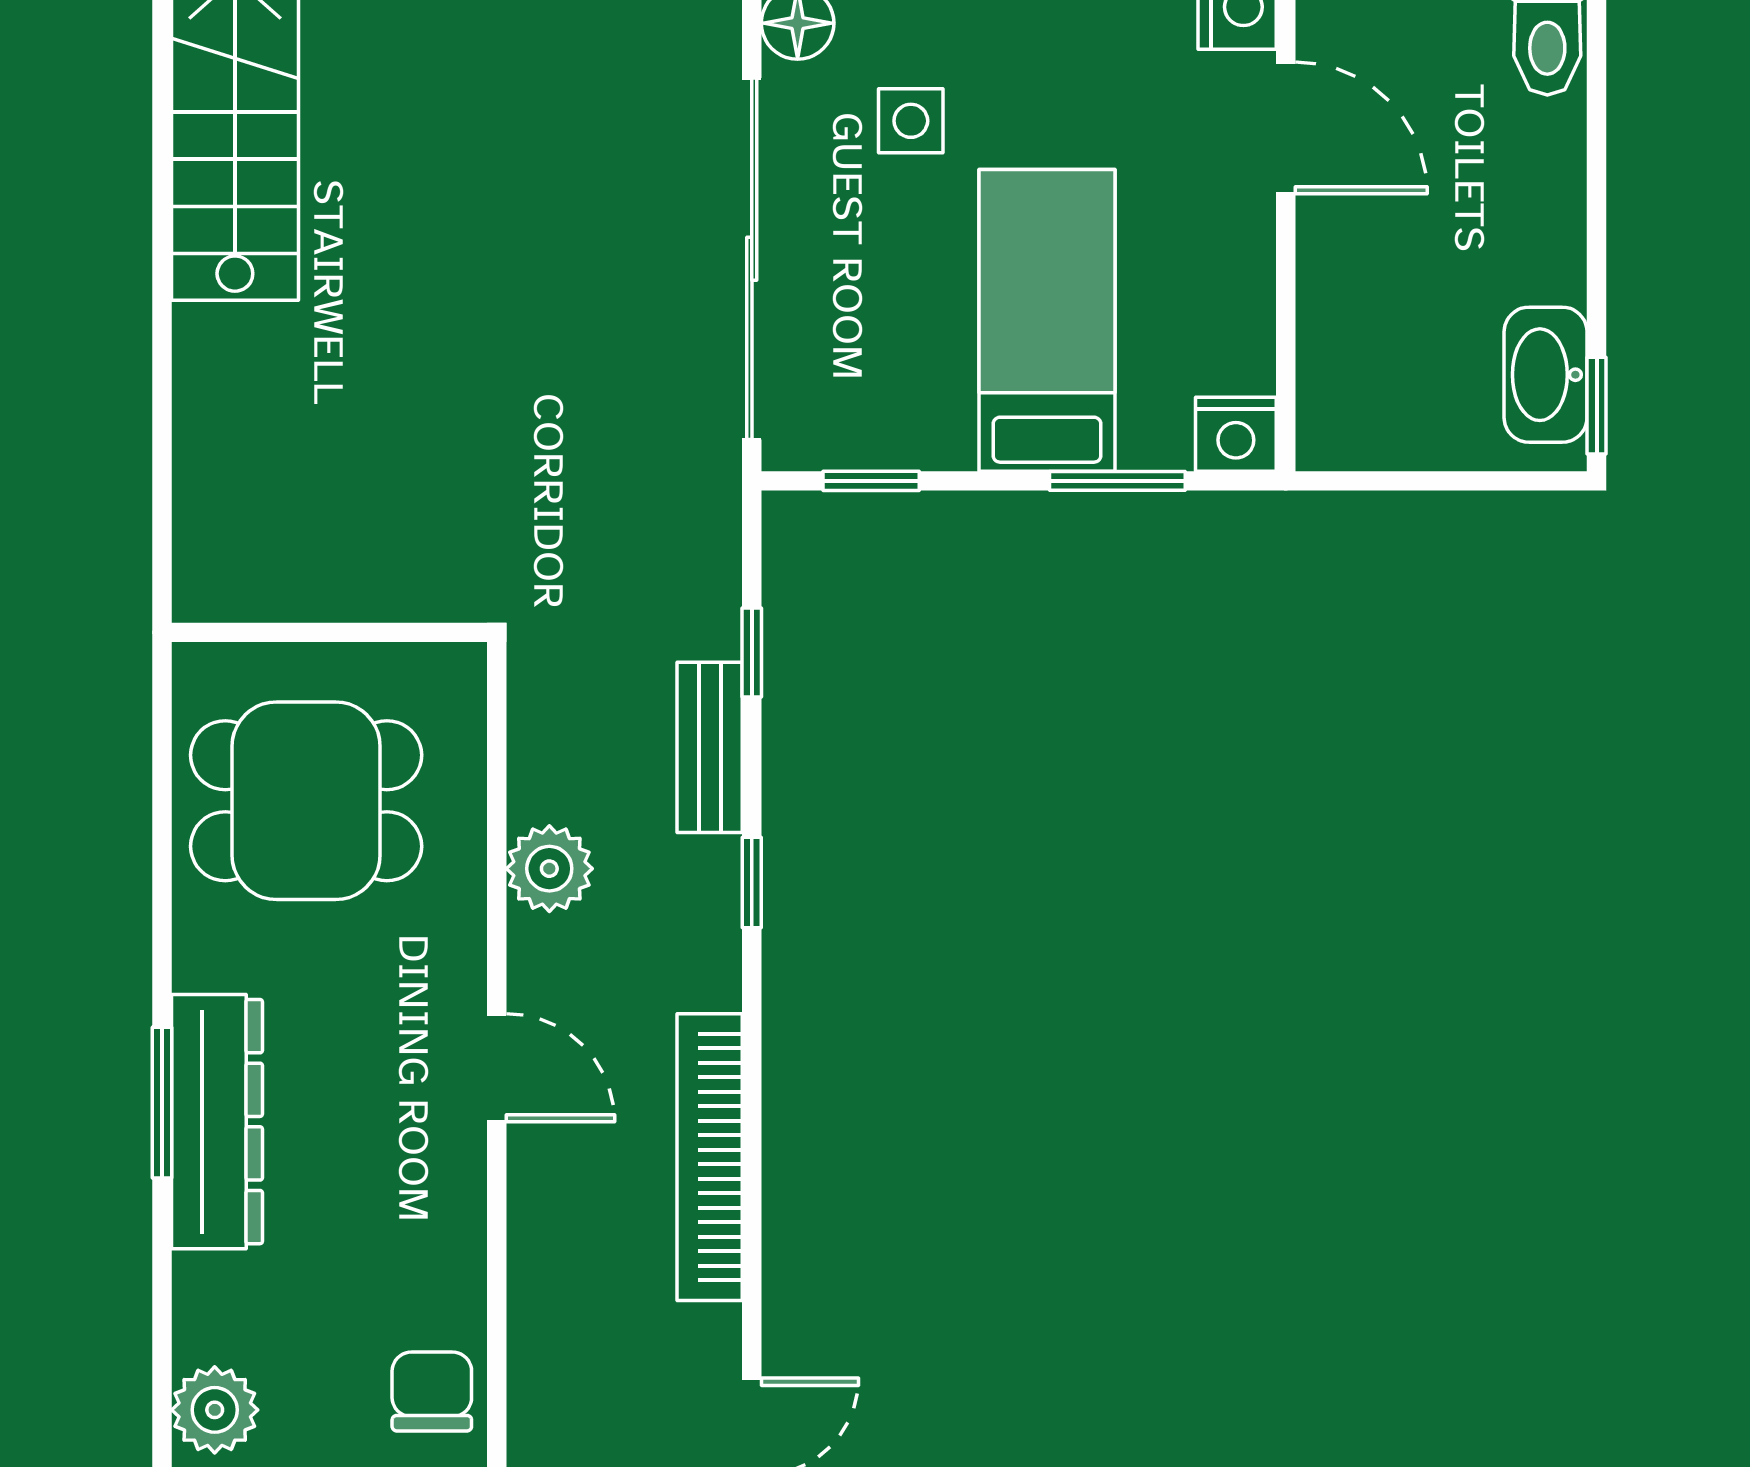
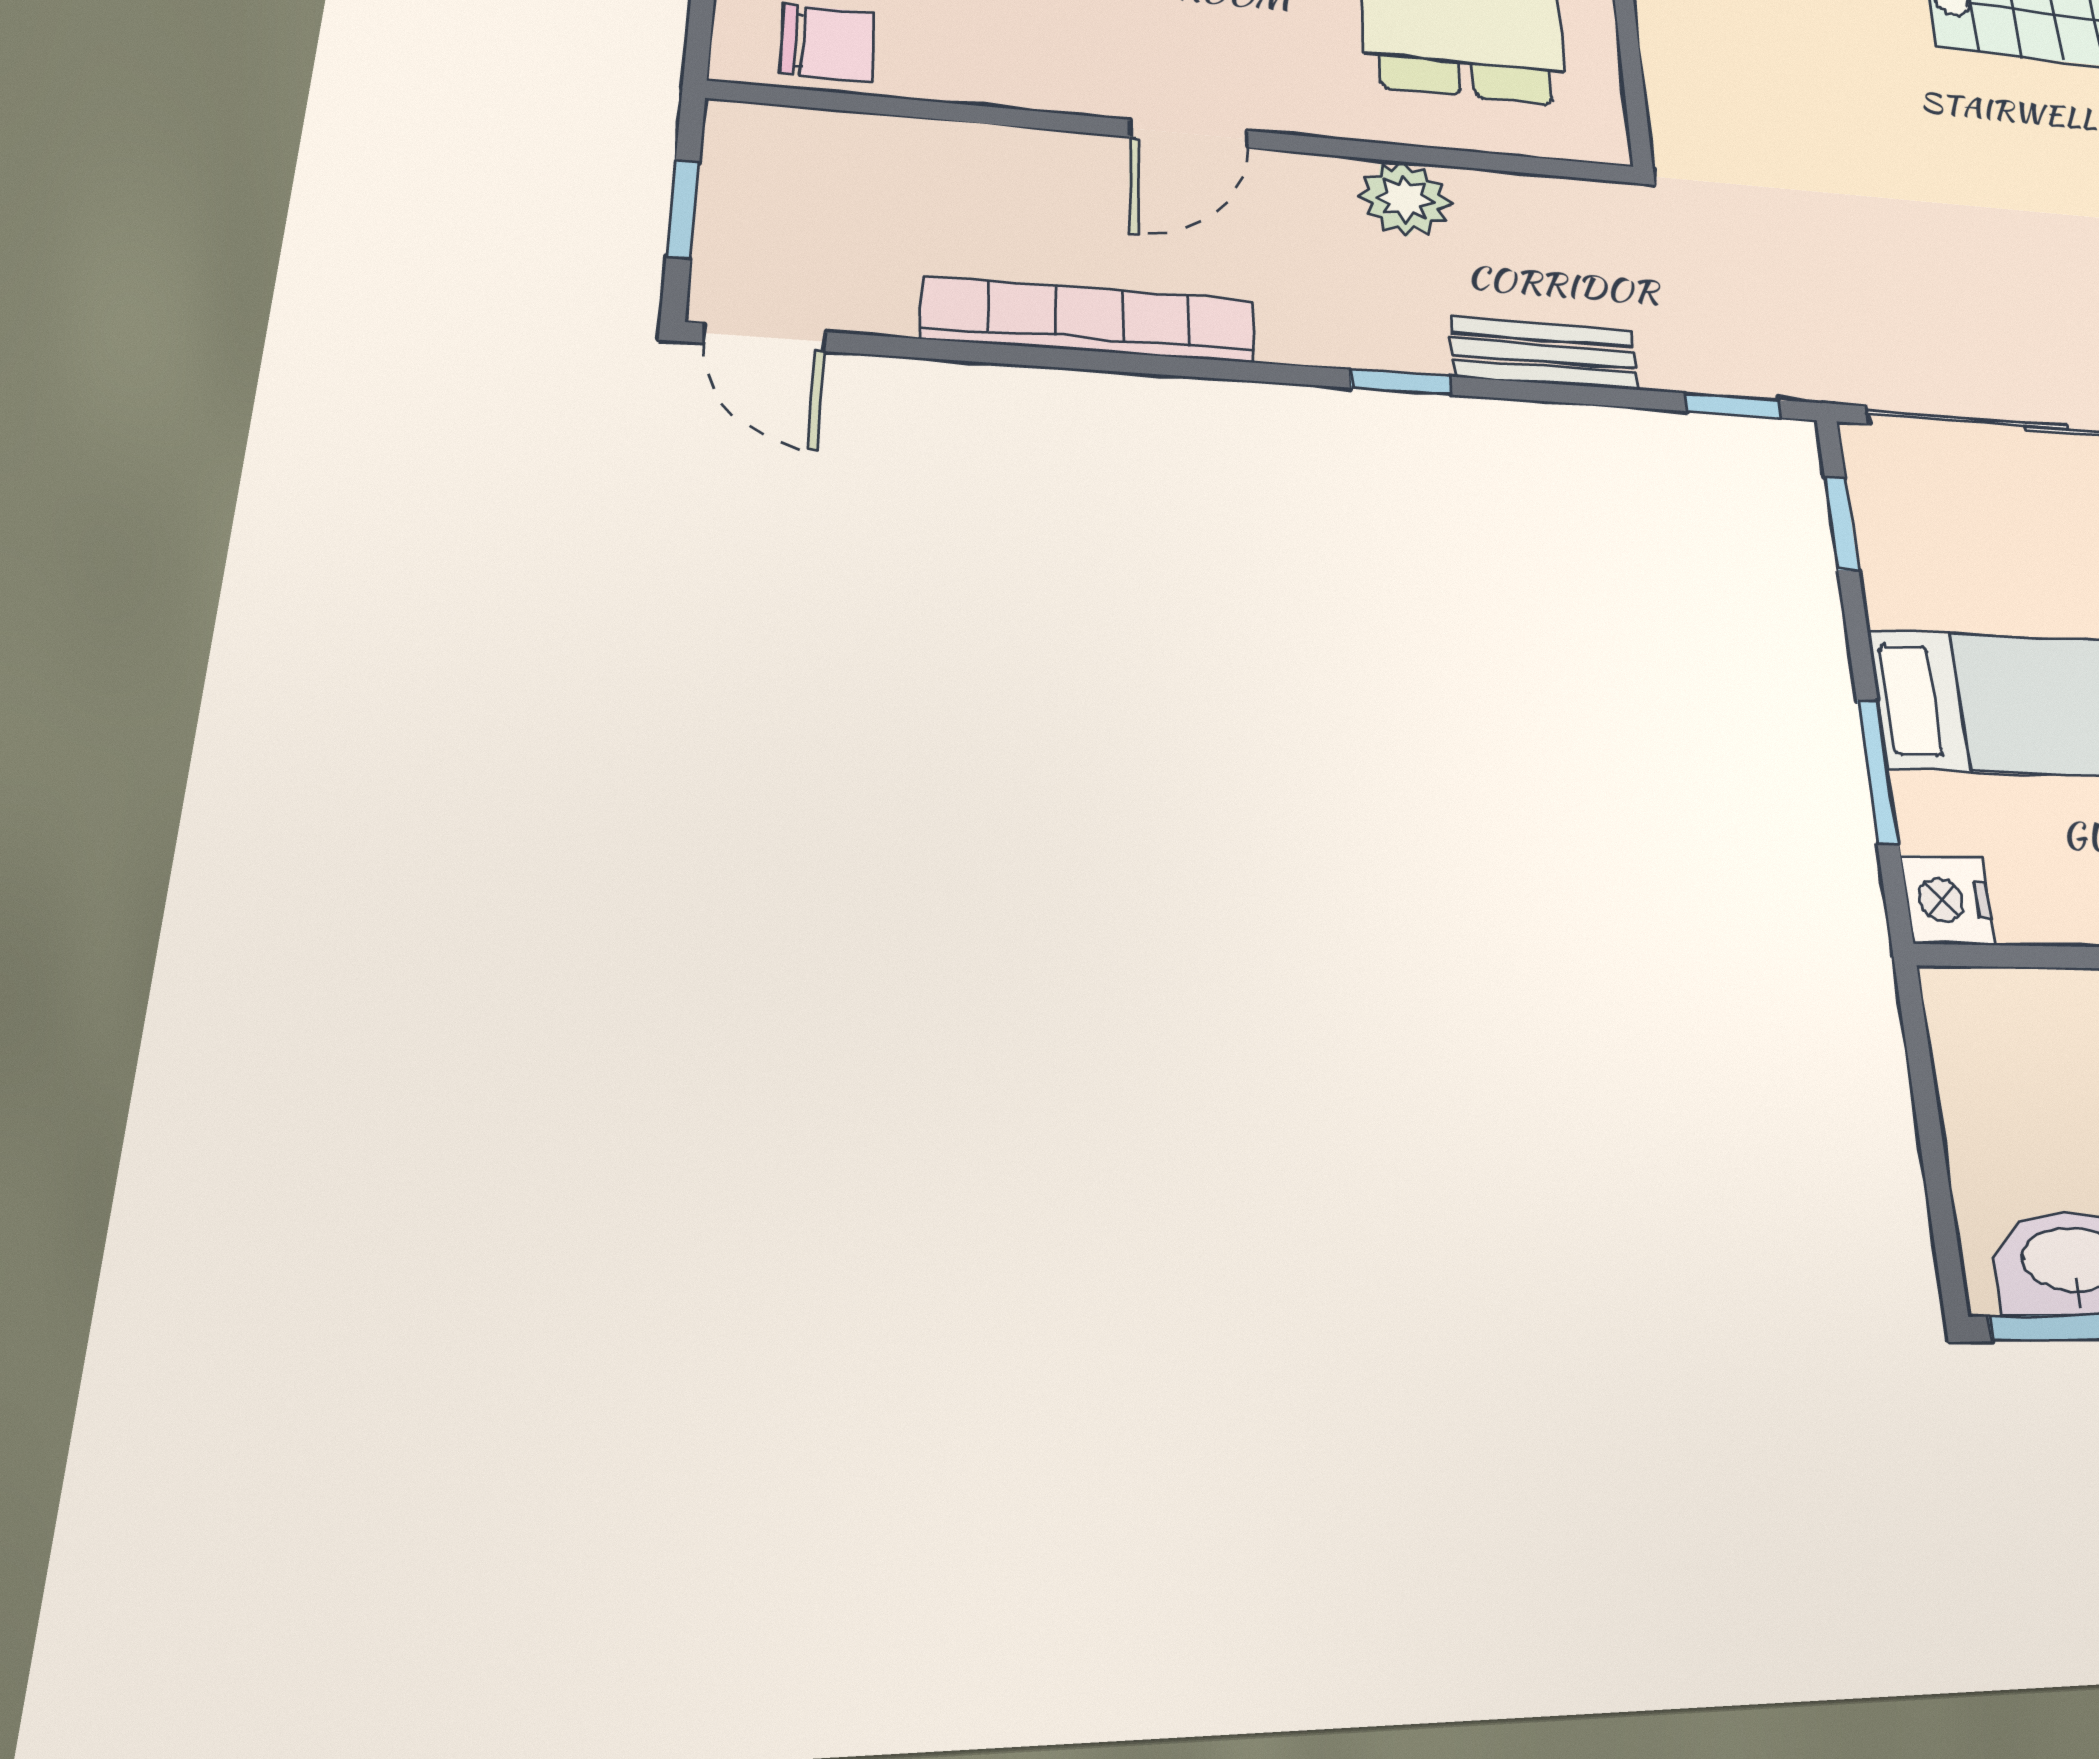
window: (752, 653) -> (1733, 406), moved

